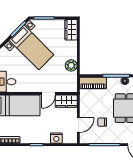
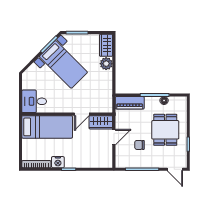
plant: (71, 65) -> (106, 64), moved
door: (78, 125) -> (114, 137), moved
nightstand: (56, 138) -> (58, 162), moved

